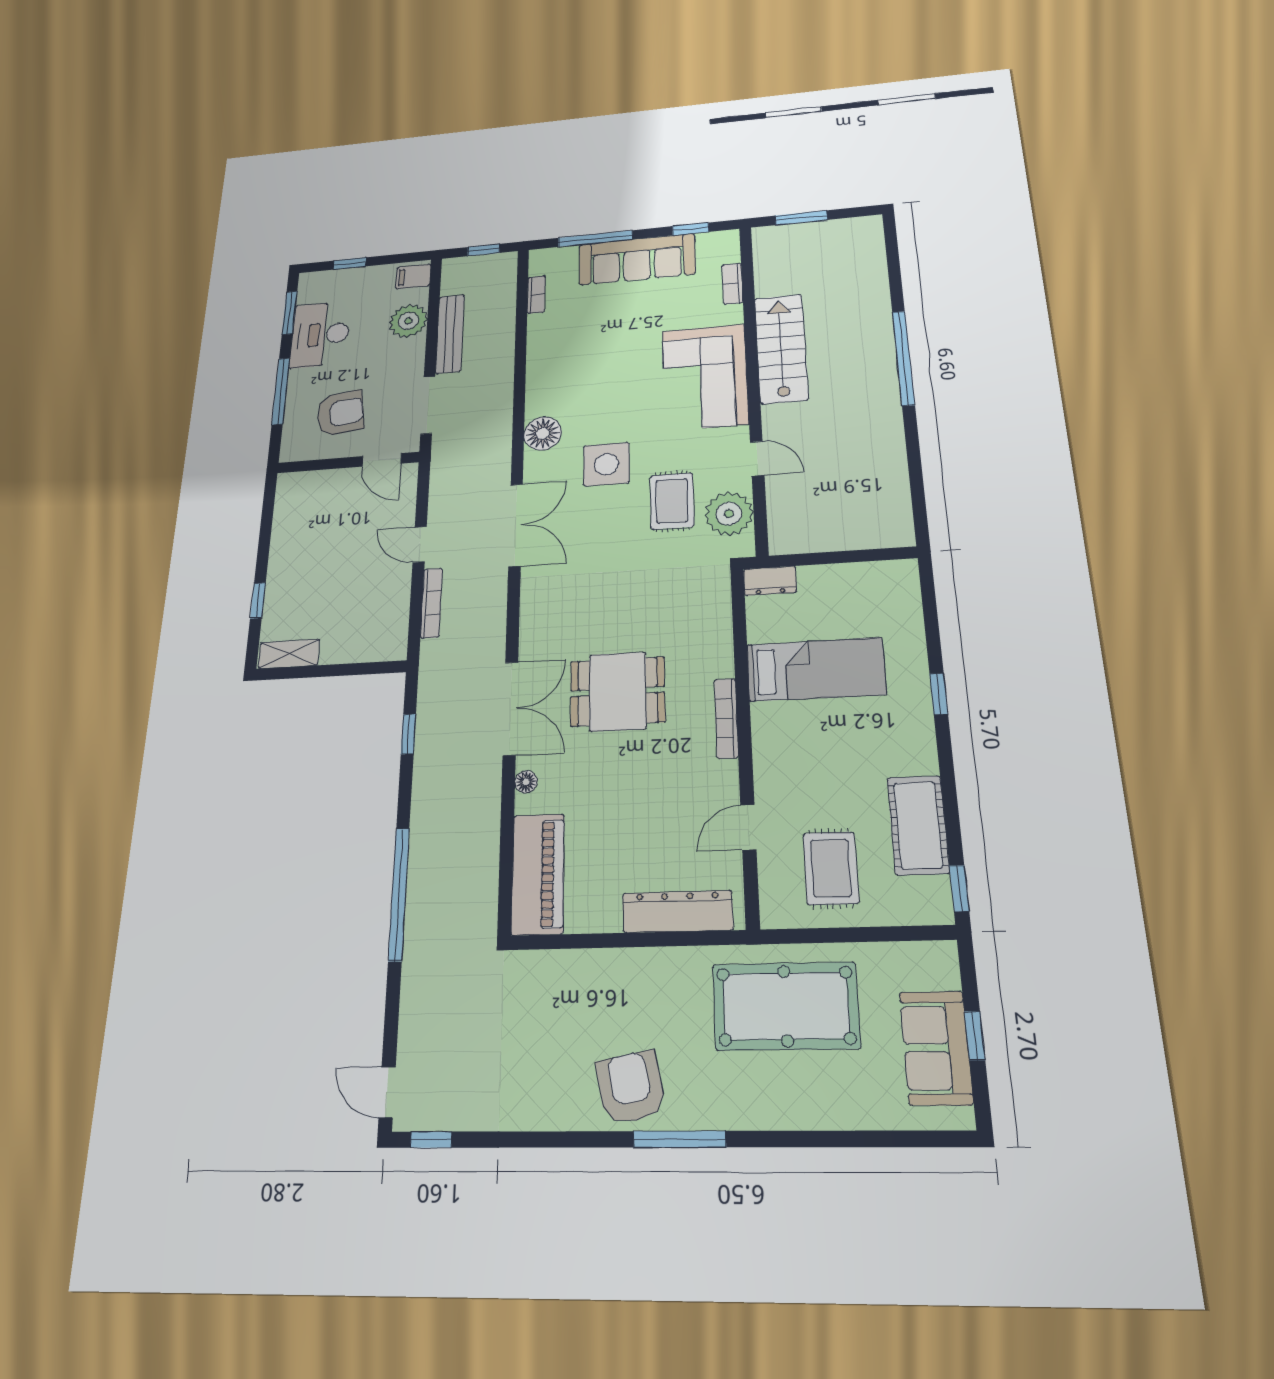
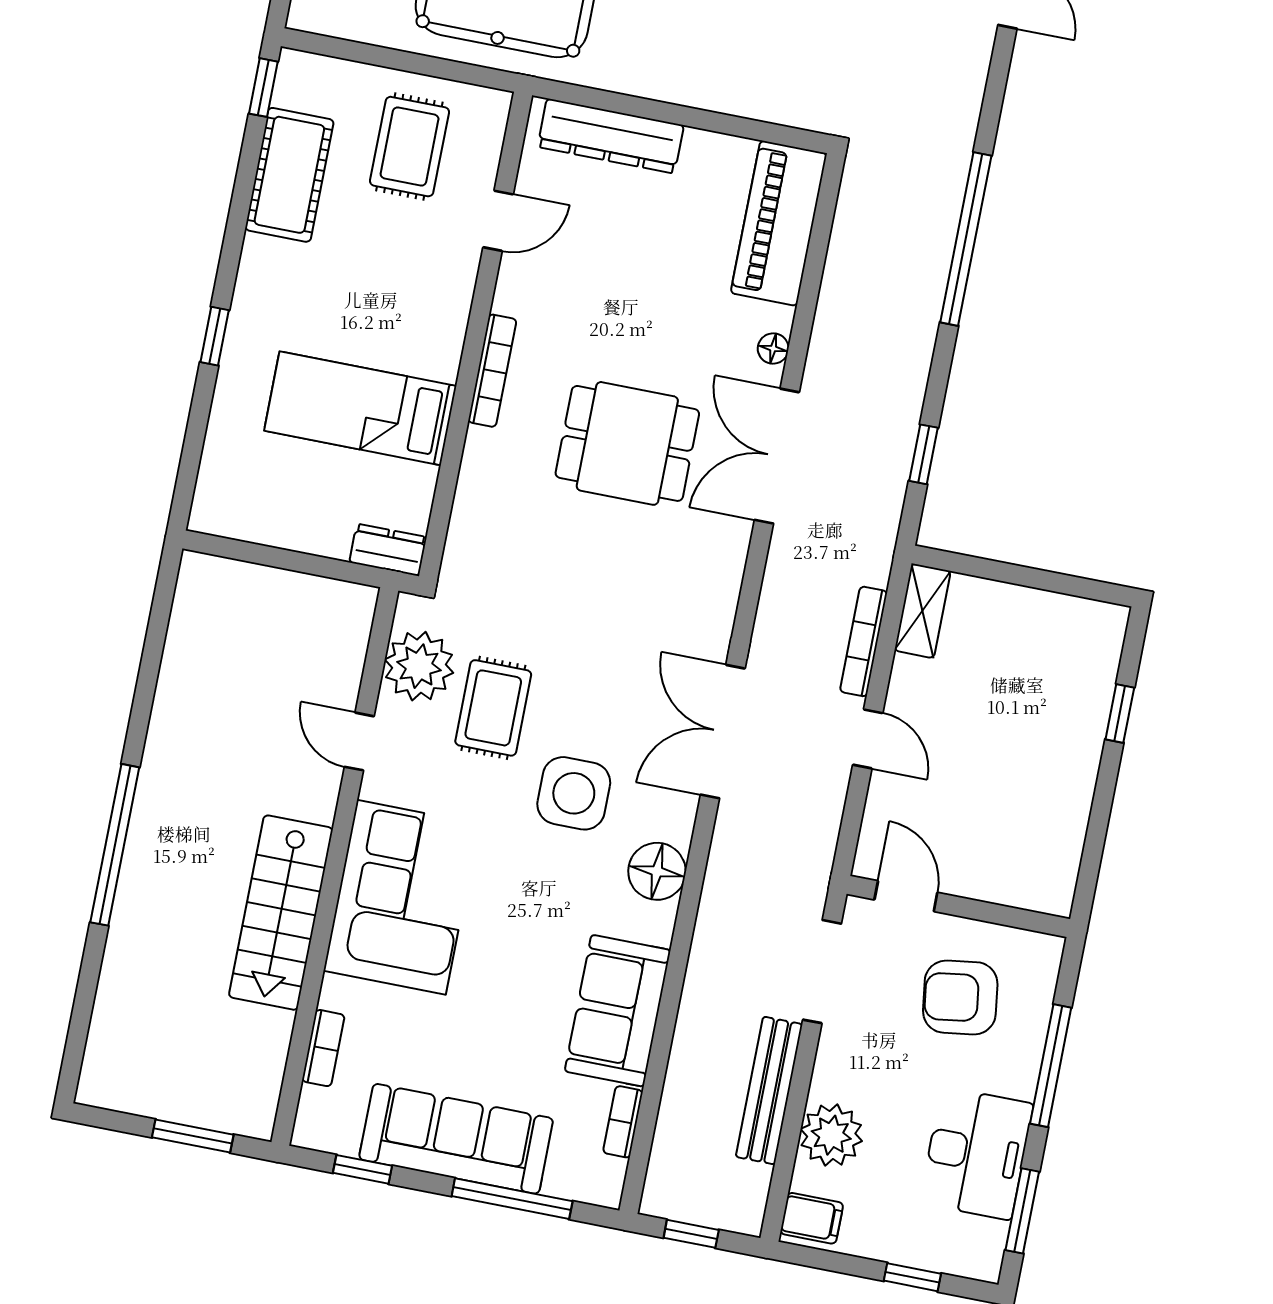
sofa: (552, 351) -> (618, 1011), added
shelving: (289, 654) -> (922, 611), moved, turned 90

